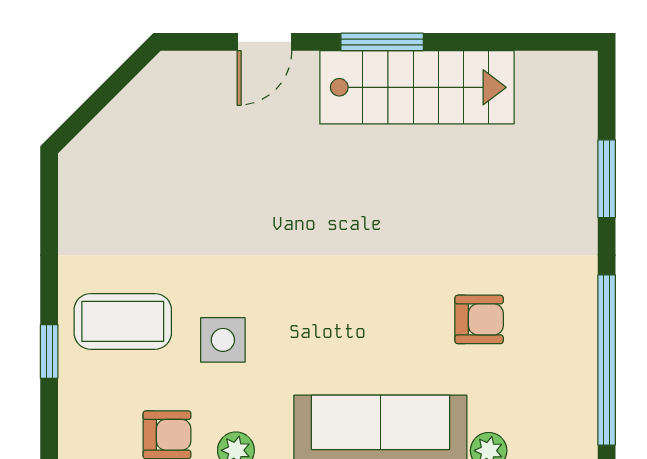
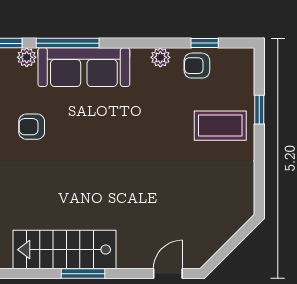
door: (265, 42) -> (168, 274), moved
side table: (223, 340) -> (167, 116), removed

